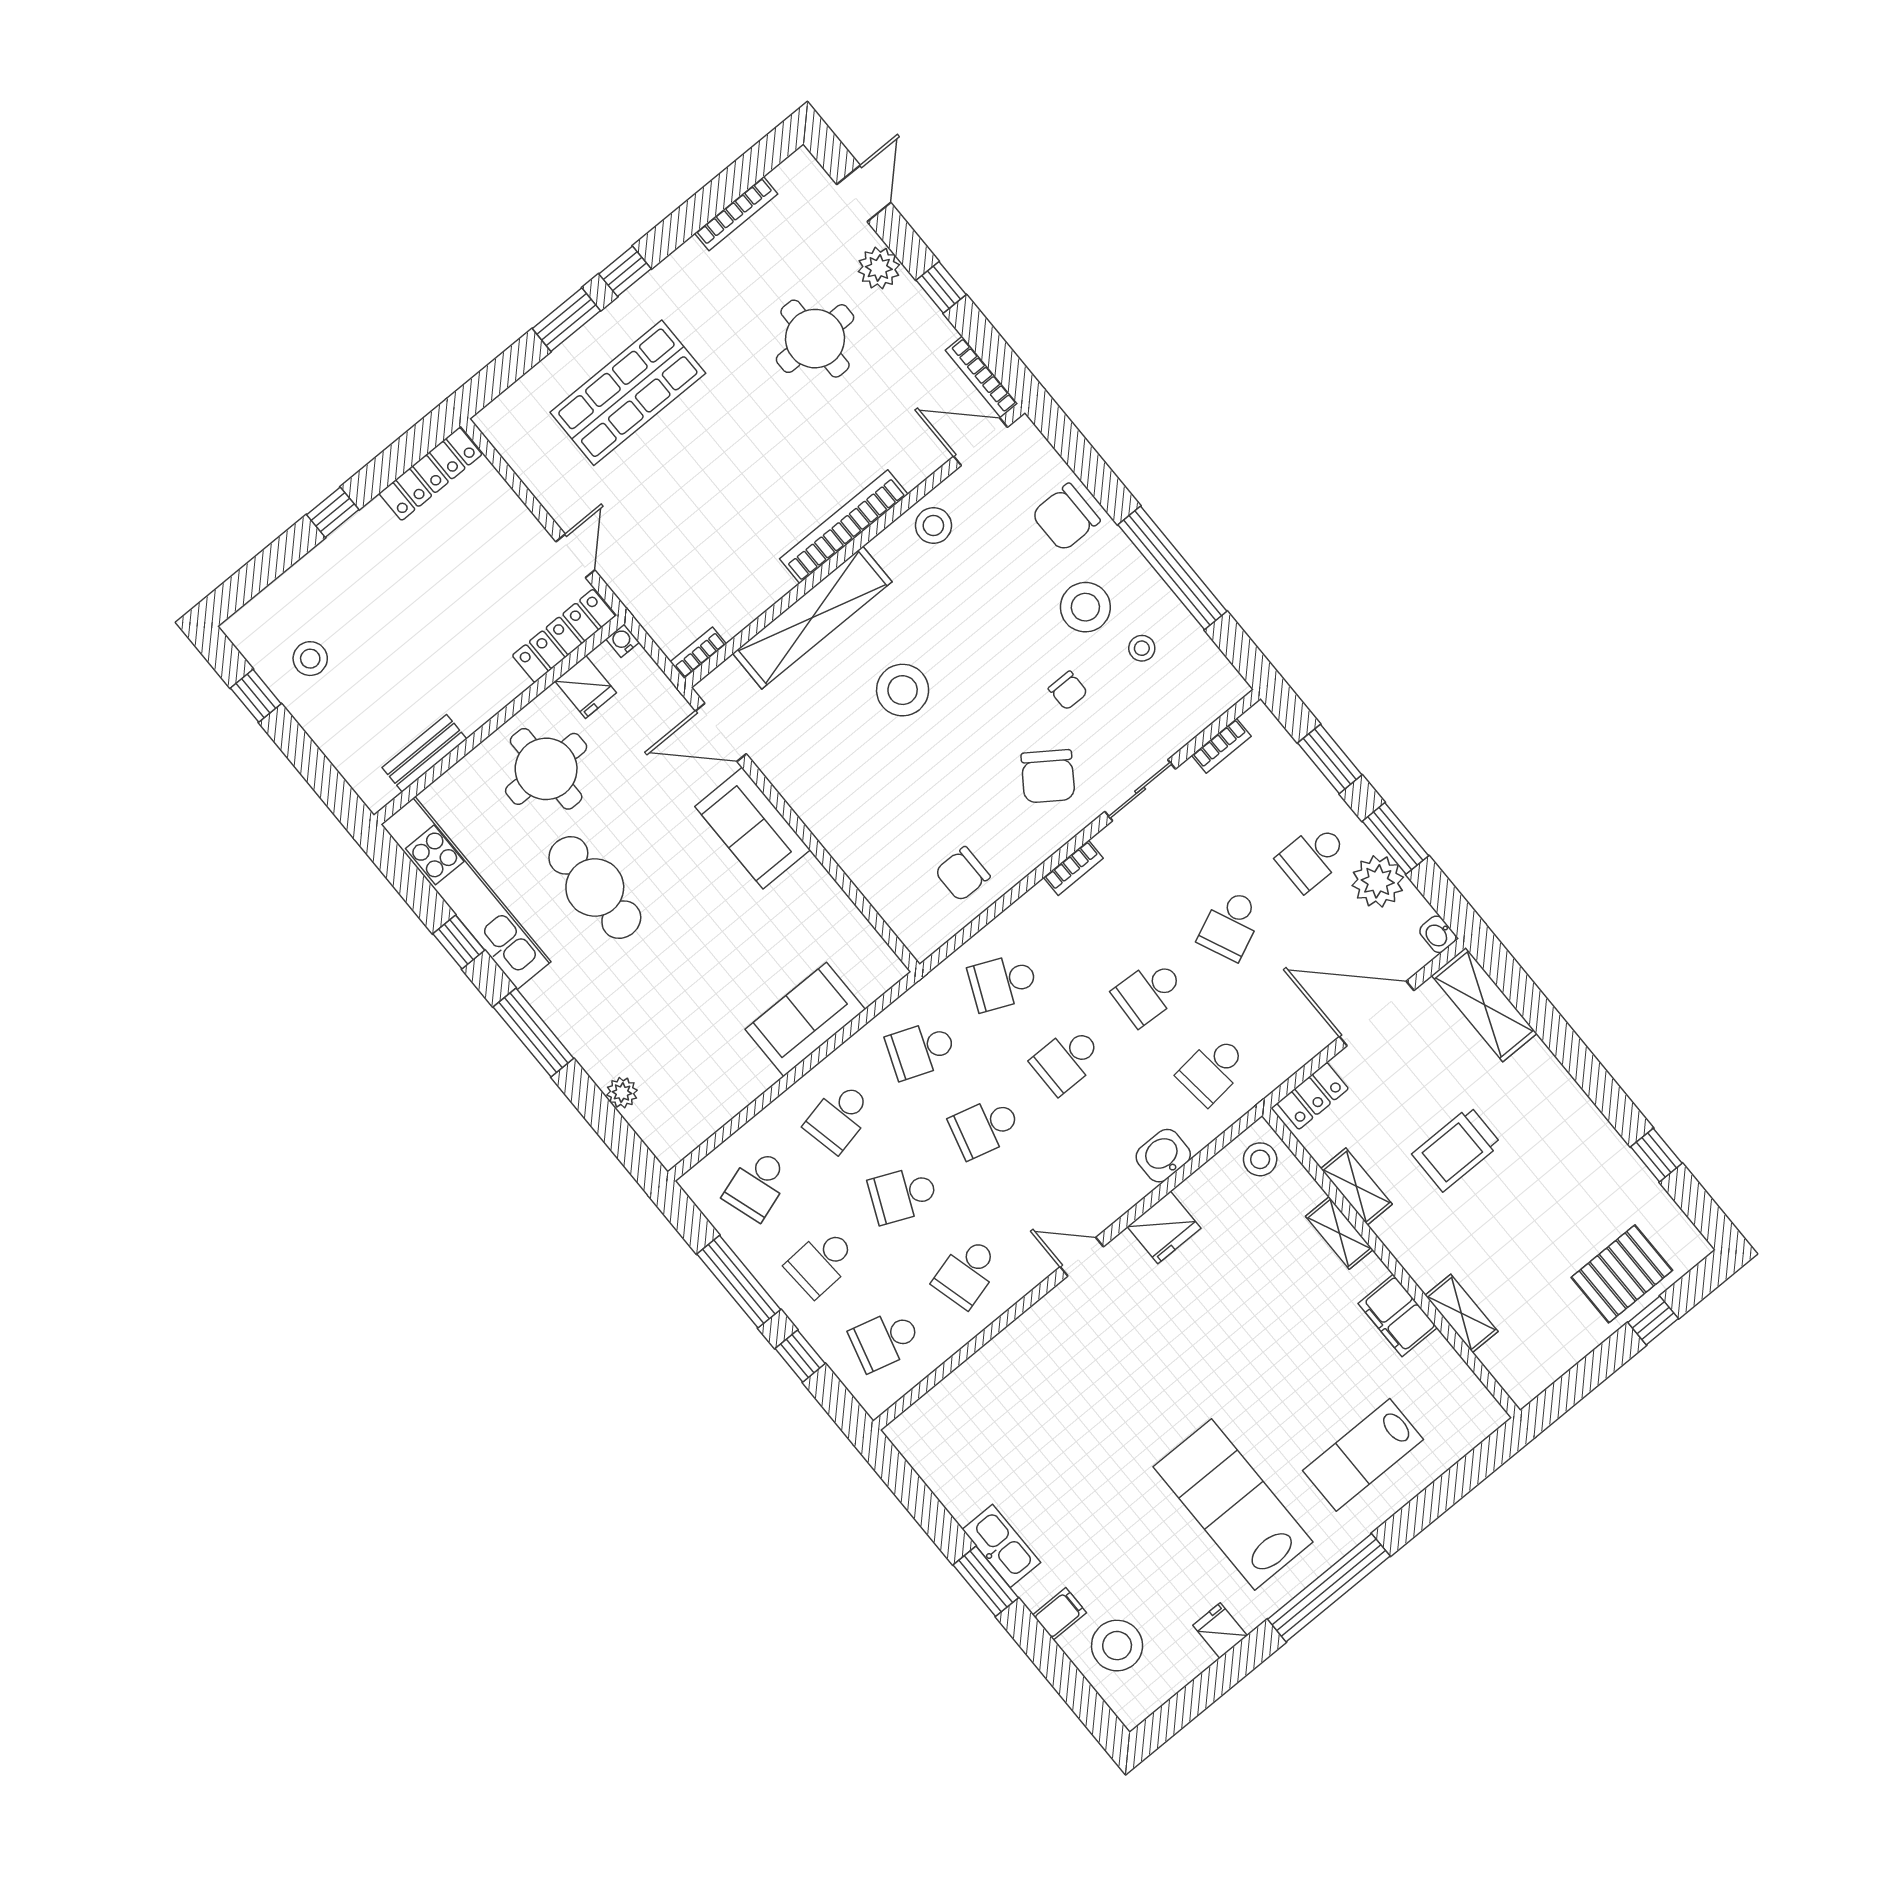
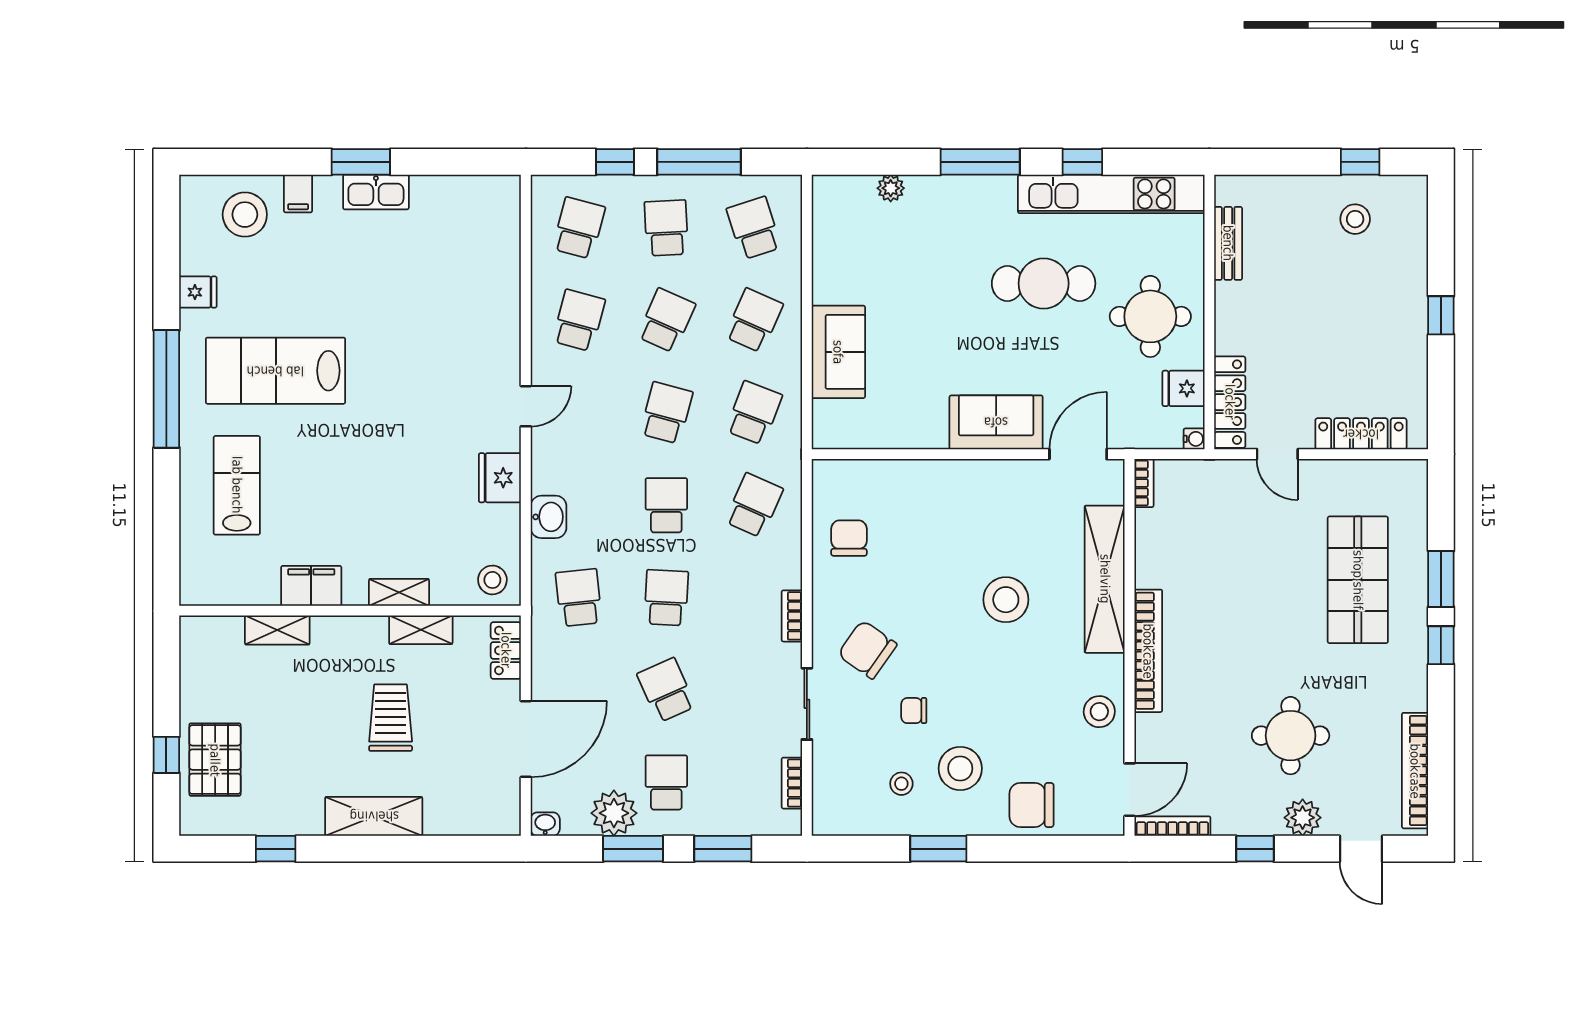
bookcase: (736, 214) -> (1415, 771), width x1.48, depth x1.31
locker: (430, 474) -> (1361, 434), moved, turned 90
chair: (1066, 517) -> (1031, 805), turned -90
window: (1172, 568) -> (938, 849), width x0.47
shelving: (1484, 1004) -> (374, 816), moved
school desk: (839, 1117) -> (754, 320), turned 36
school desk: (967, 1272) -> (579, 320), turned 30
lab bench: (1233, 1504) -> (275, 371), turned 180

